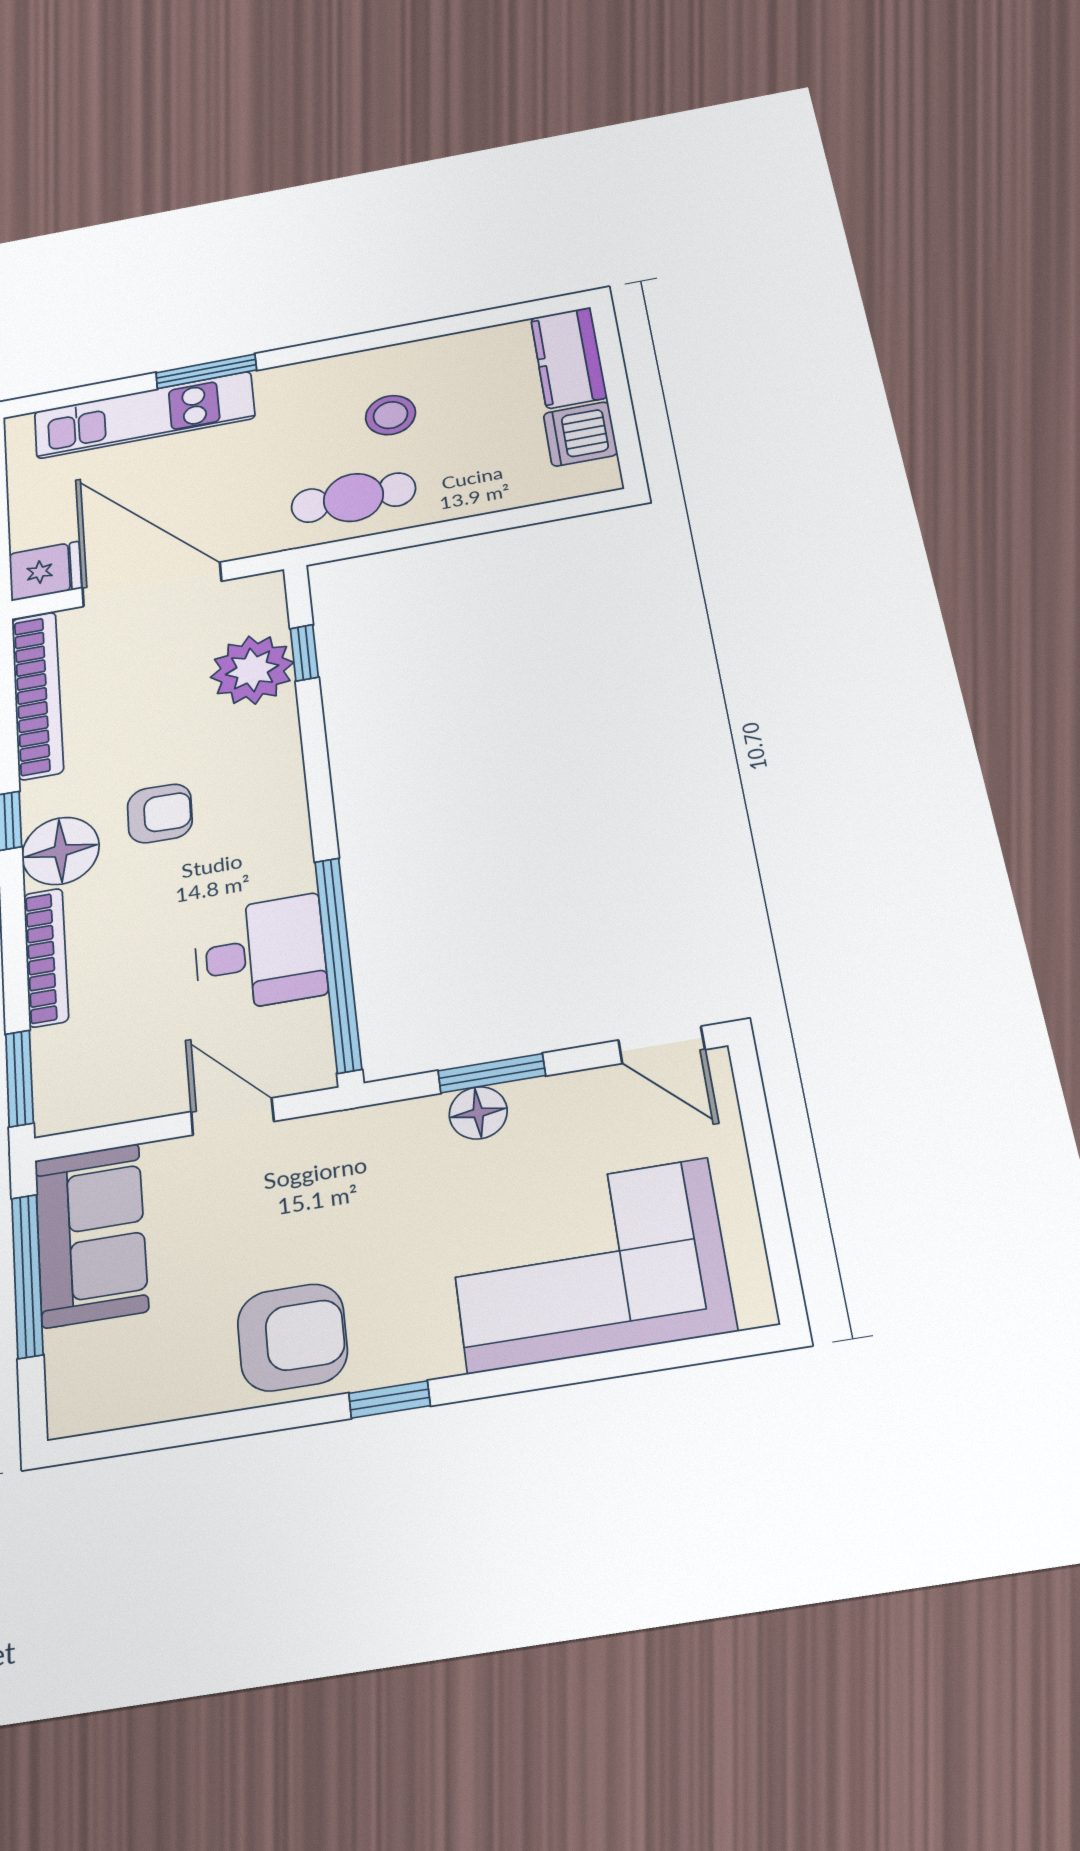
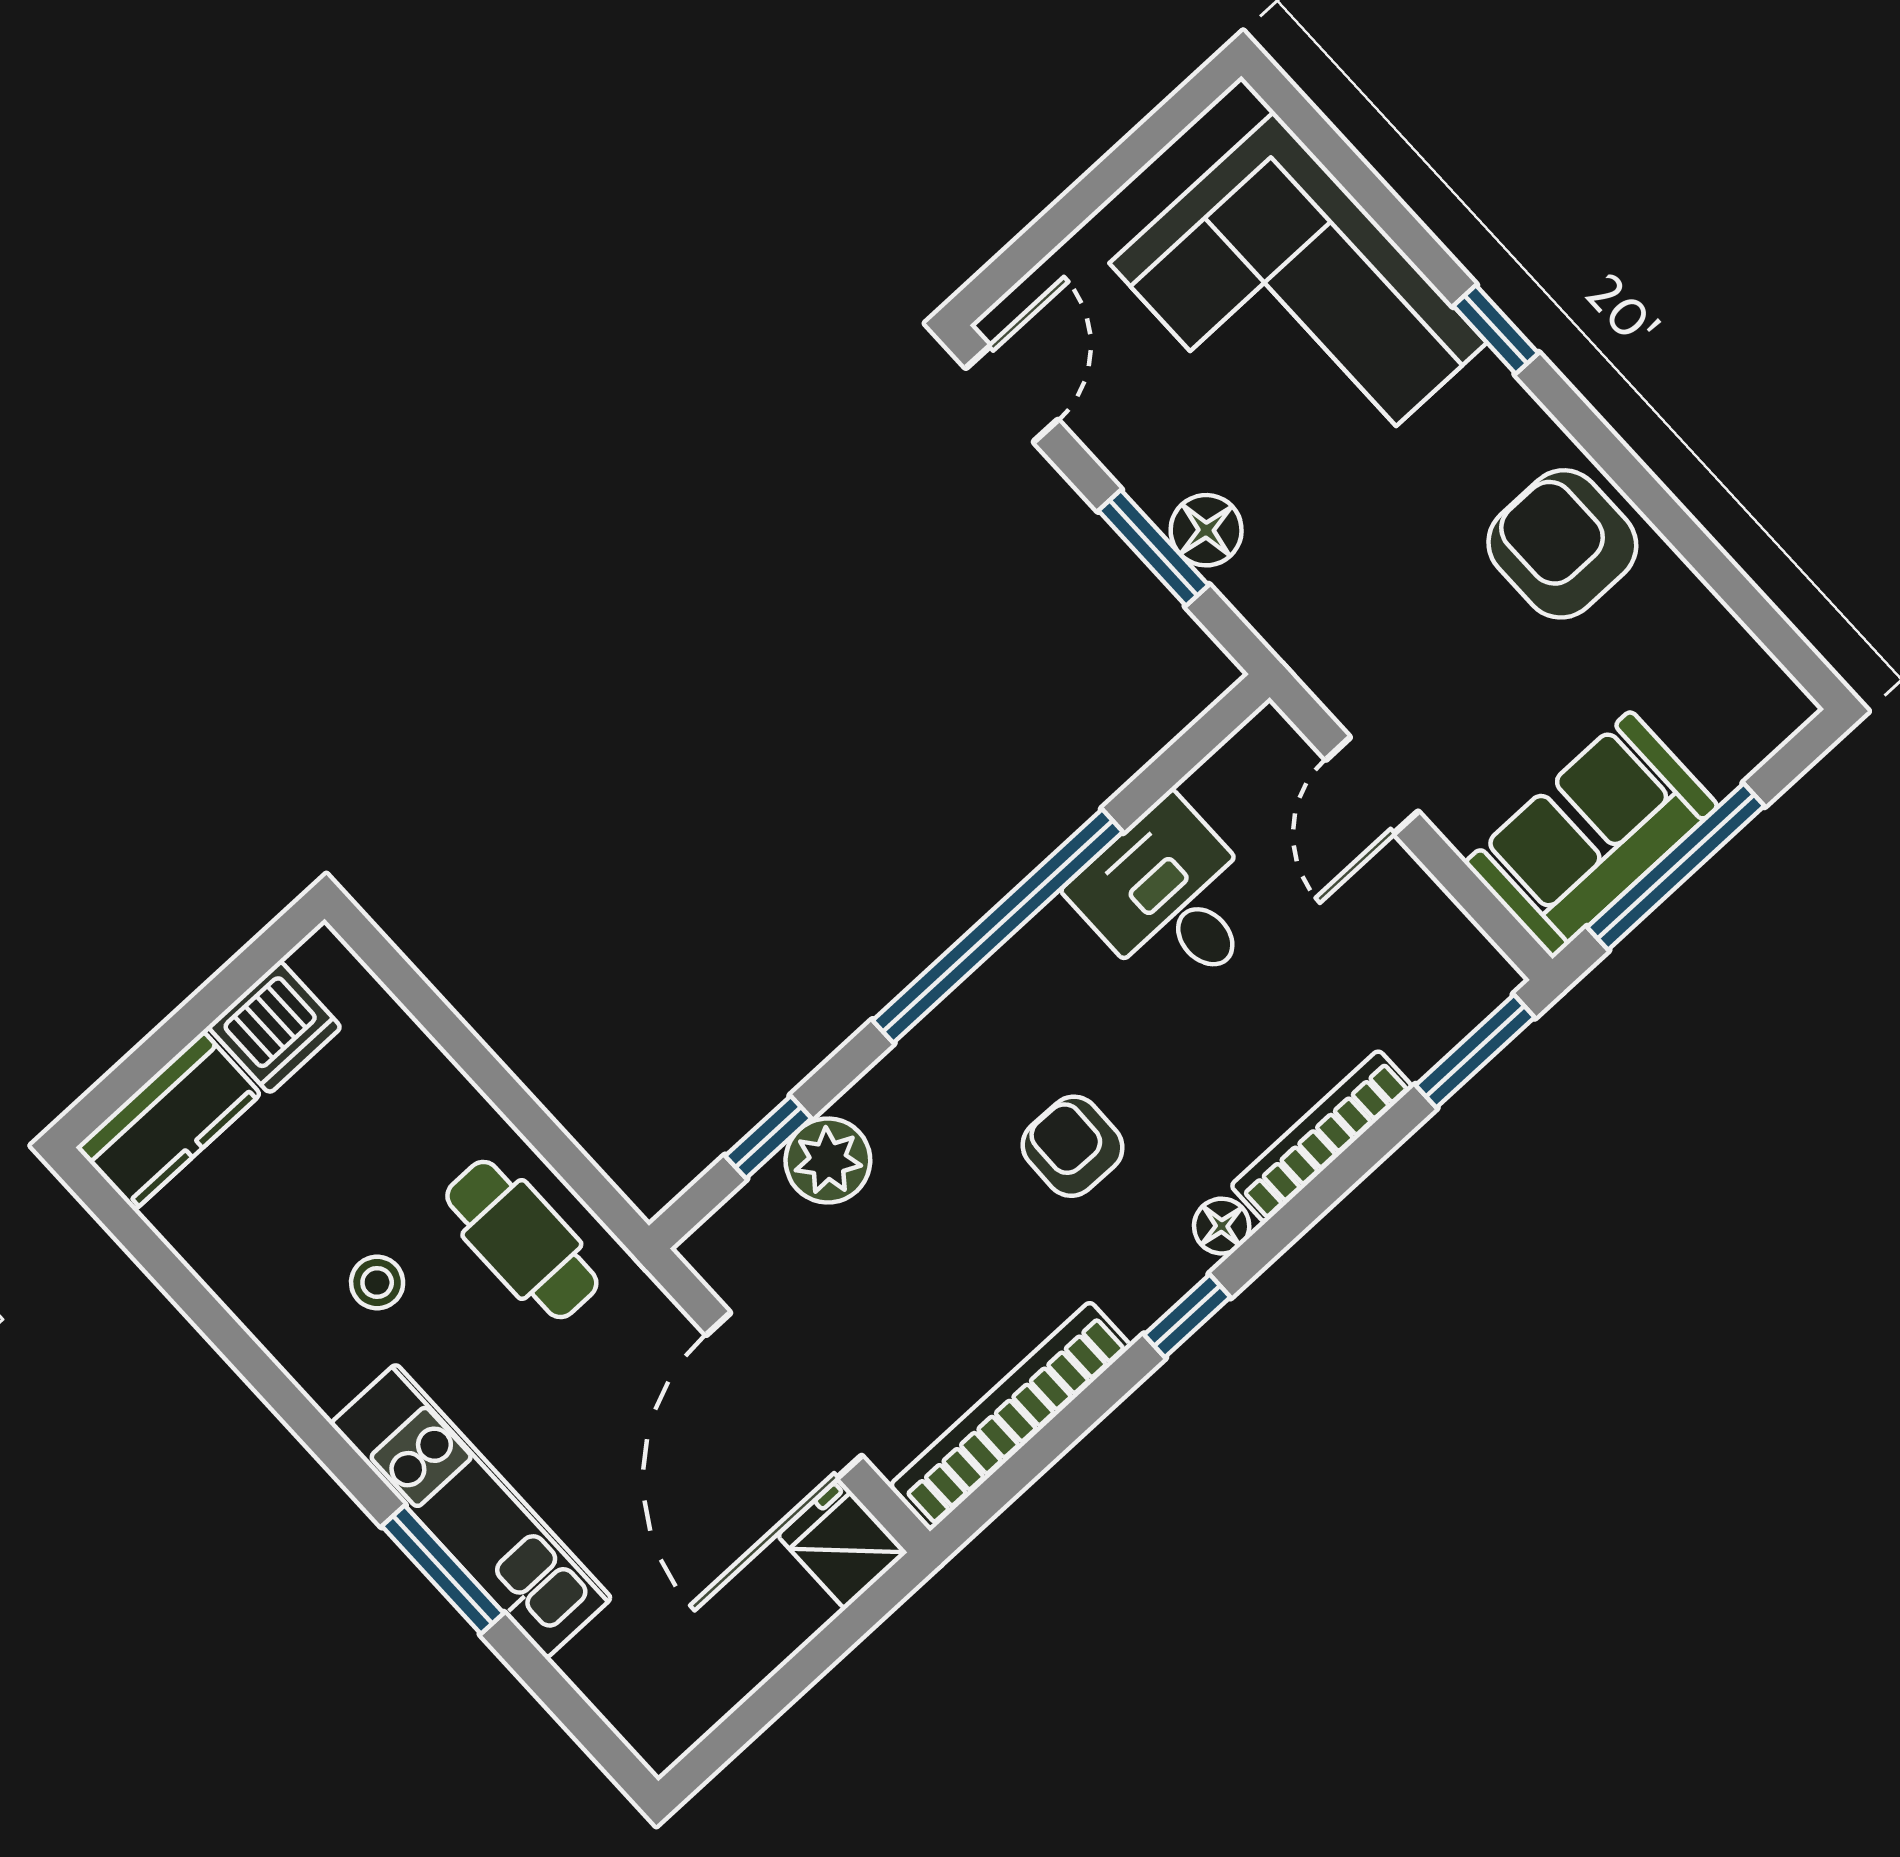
kitchen unit: (144, 415) -> (471, 1511), moved
stool: (391, 415) -> (377, 1283), width x0.73, depth x0.73
plant: (252, 670) -> (828, 1160), width x0.73, depth x0.73
floor lamp: (61, 851) -> (1222, 1226), width x0.53, depth x0.53
window: (338, 964) -> (998, 926), moved
window: (389, 1399) -> (1496, 330), moved

